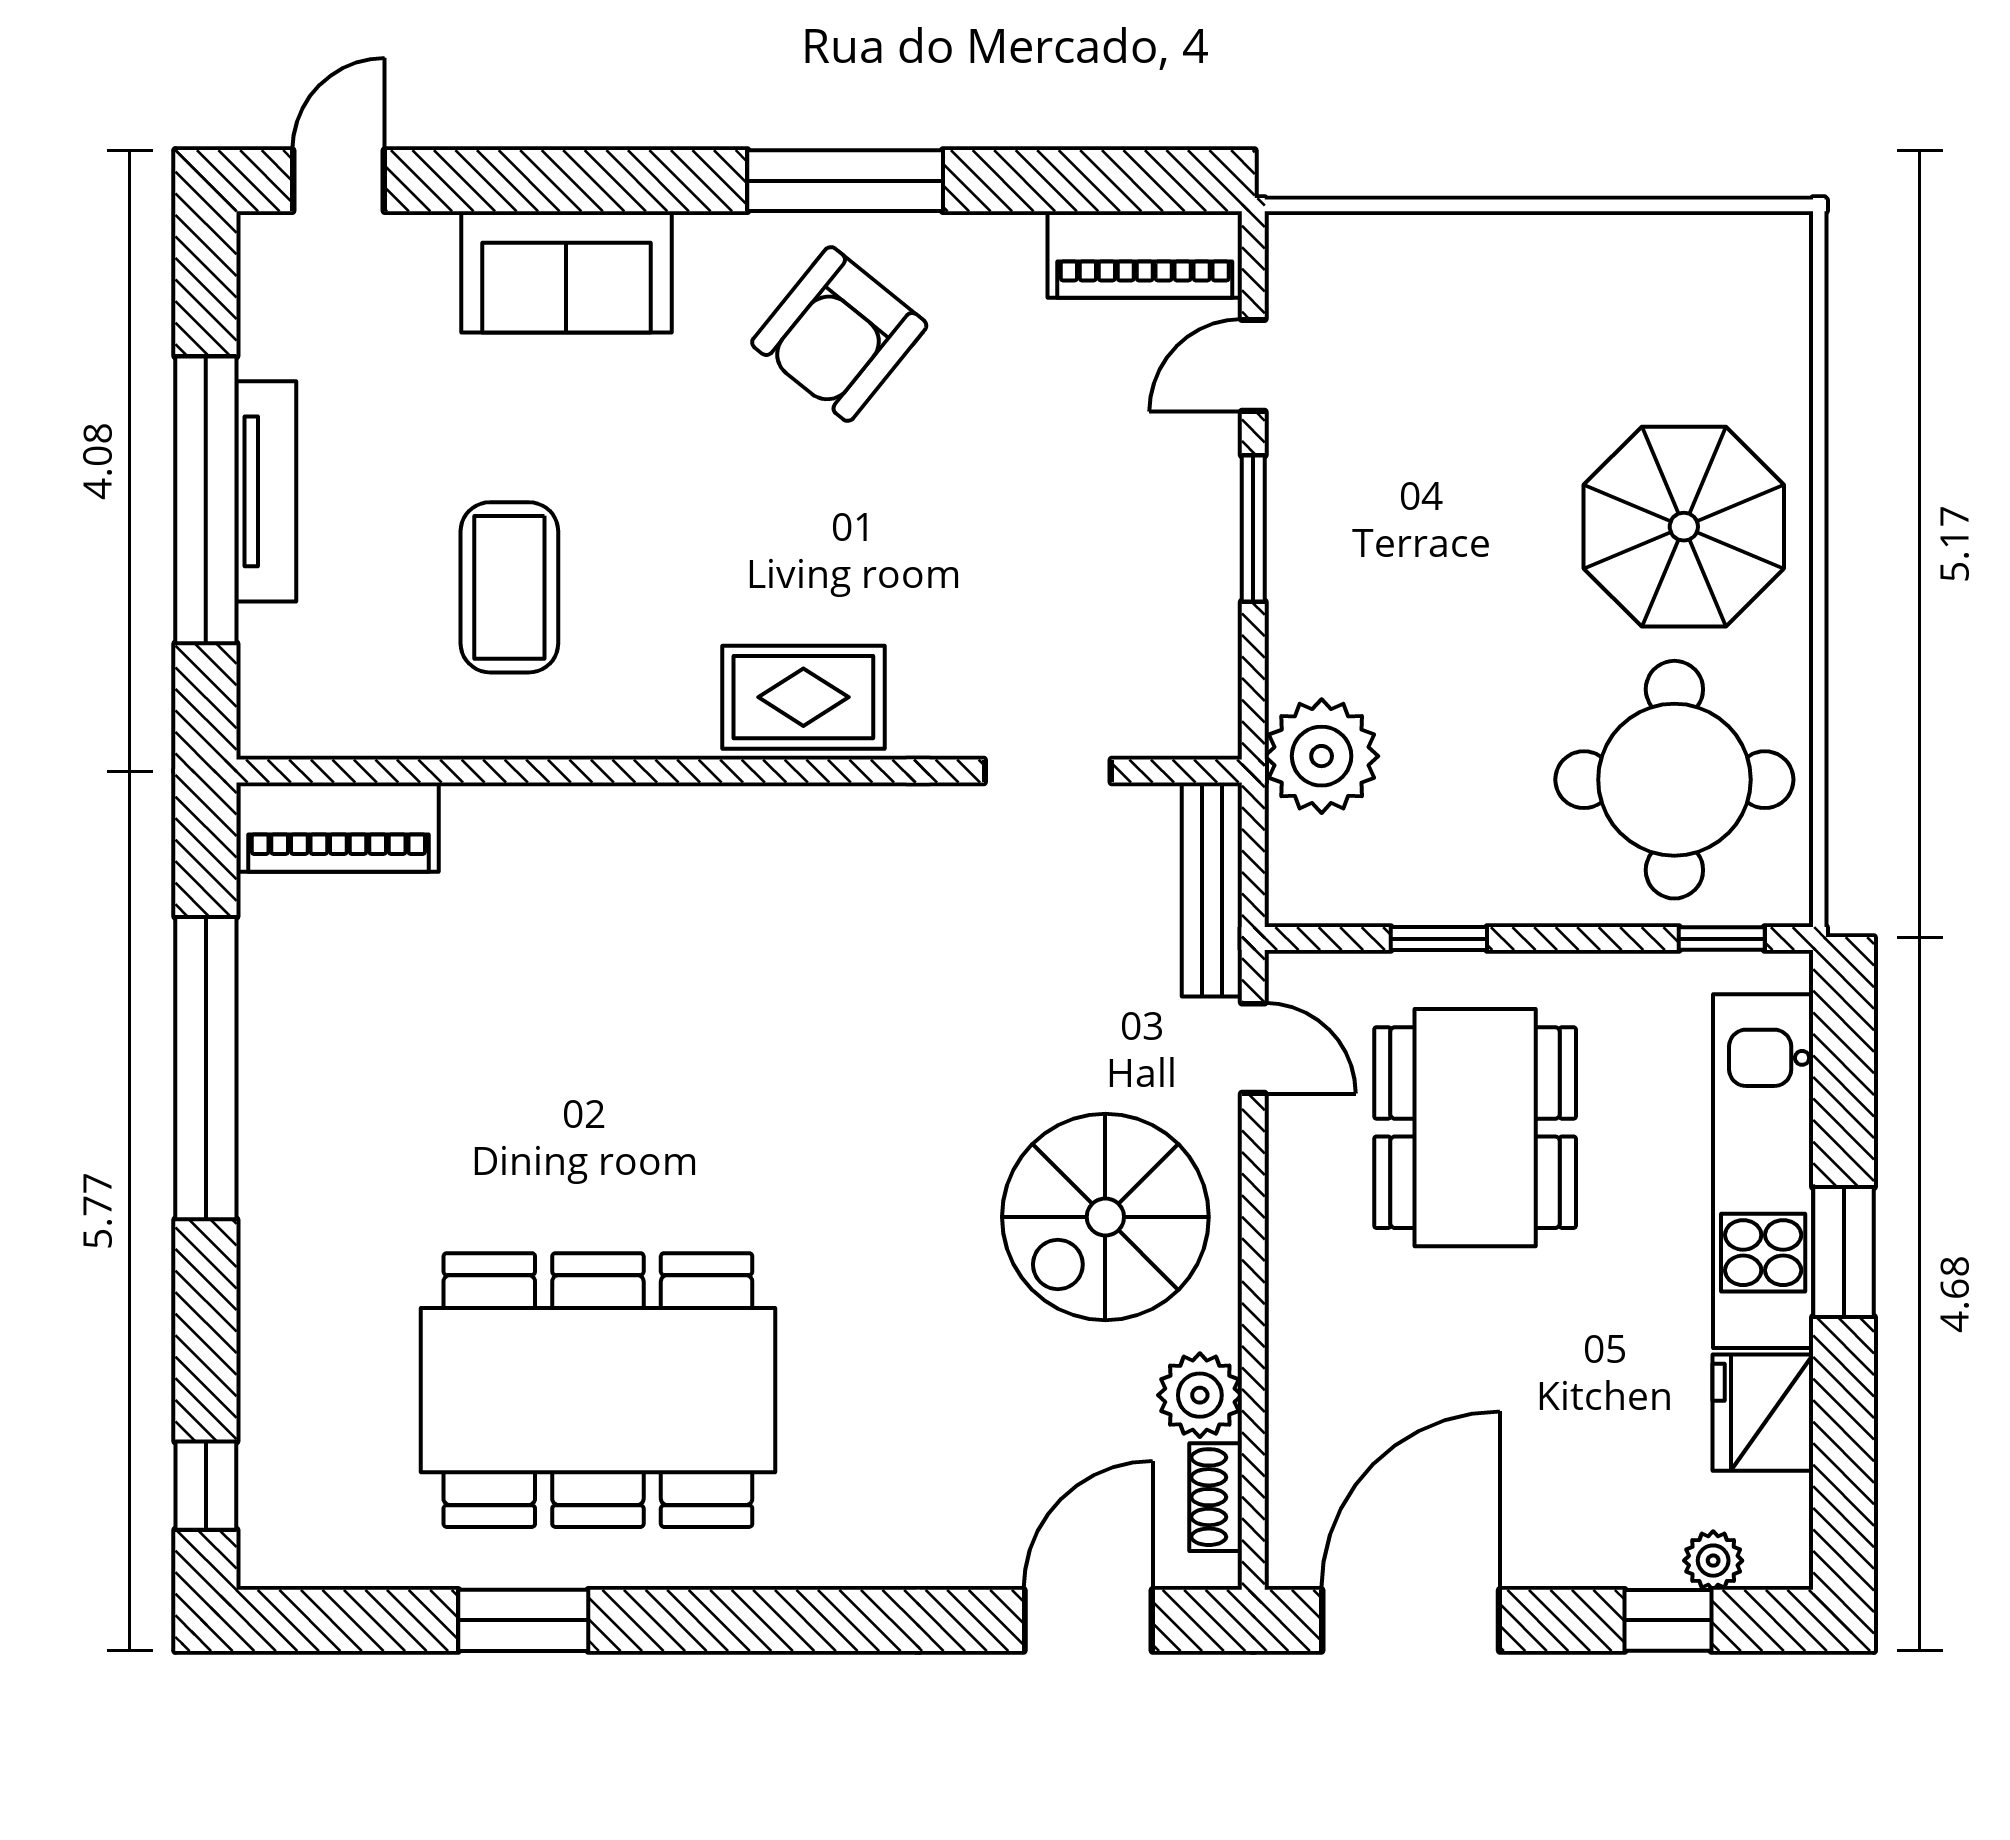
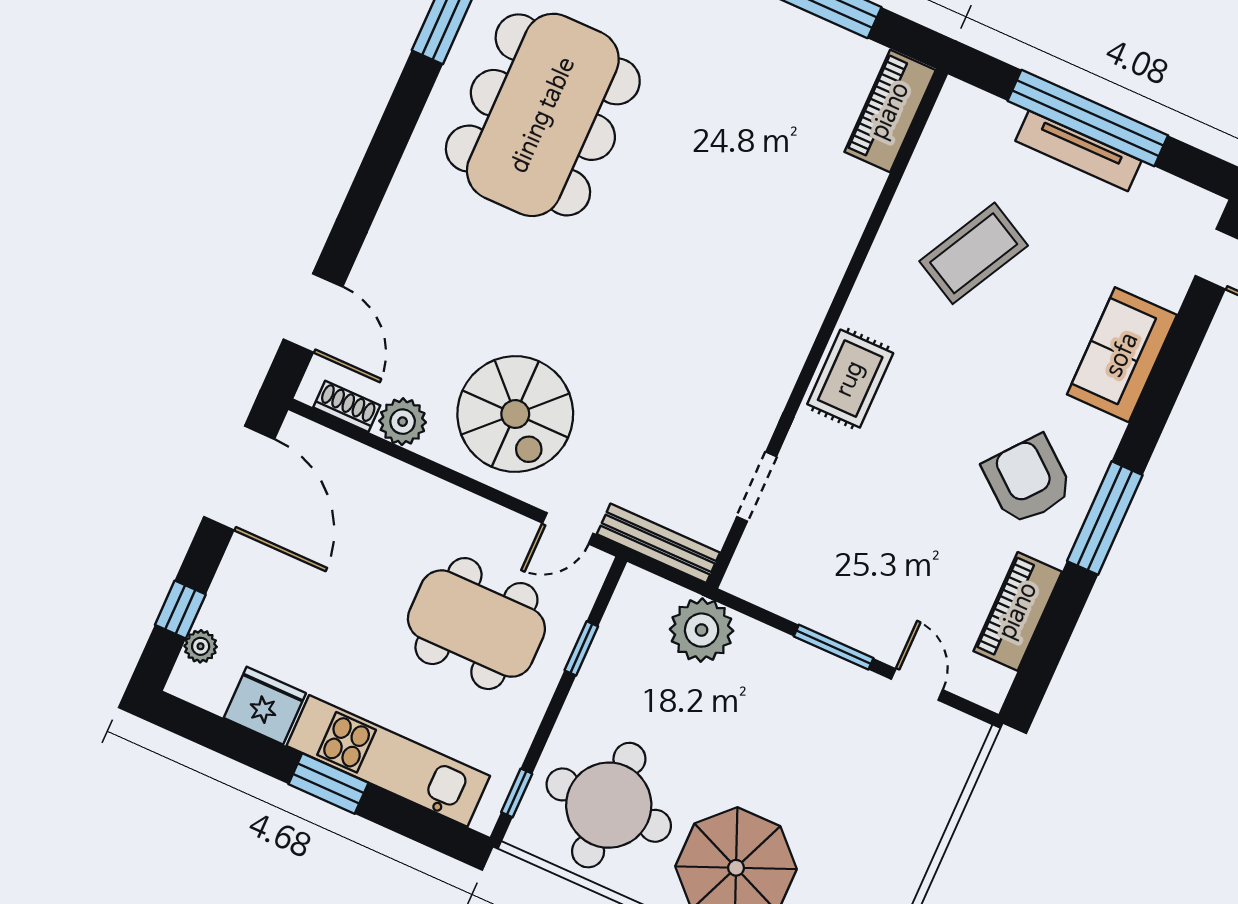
piano: (1145, 255) -> (1018, 611), moved
coffee table: (509, 587) -> (974, 253), turned -62
spiral stairs: (1105, 1217) -> (515, 414), turned 180

